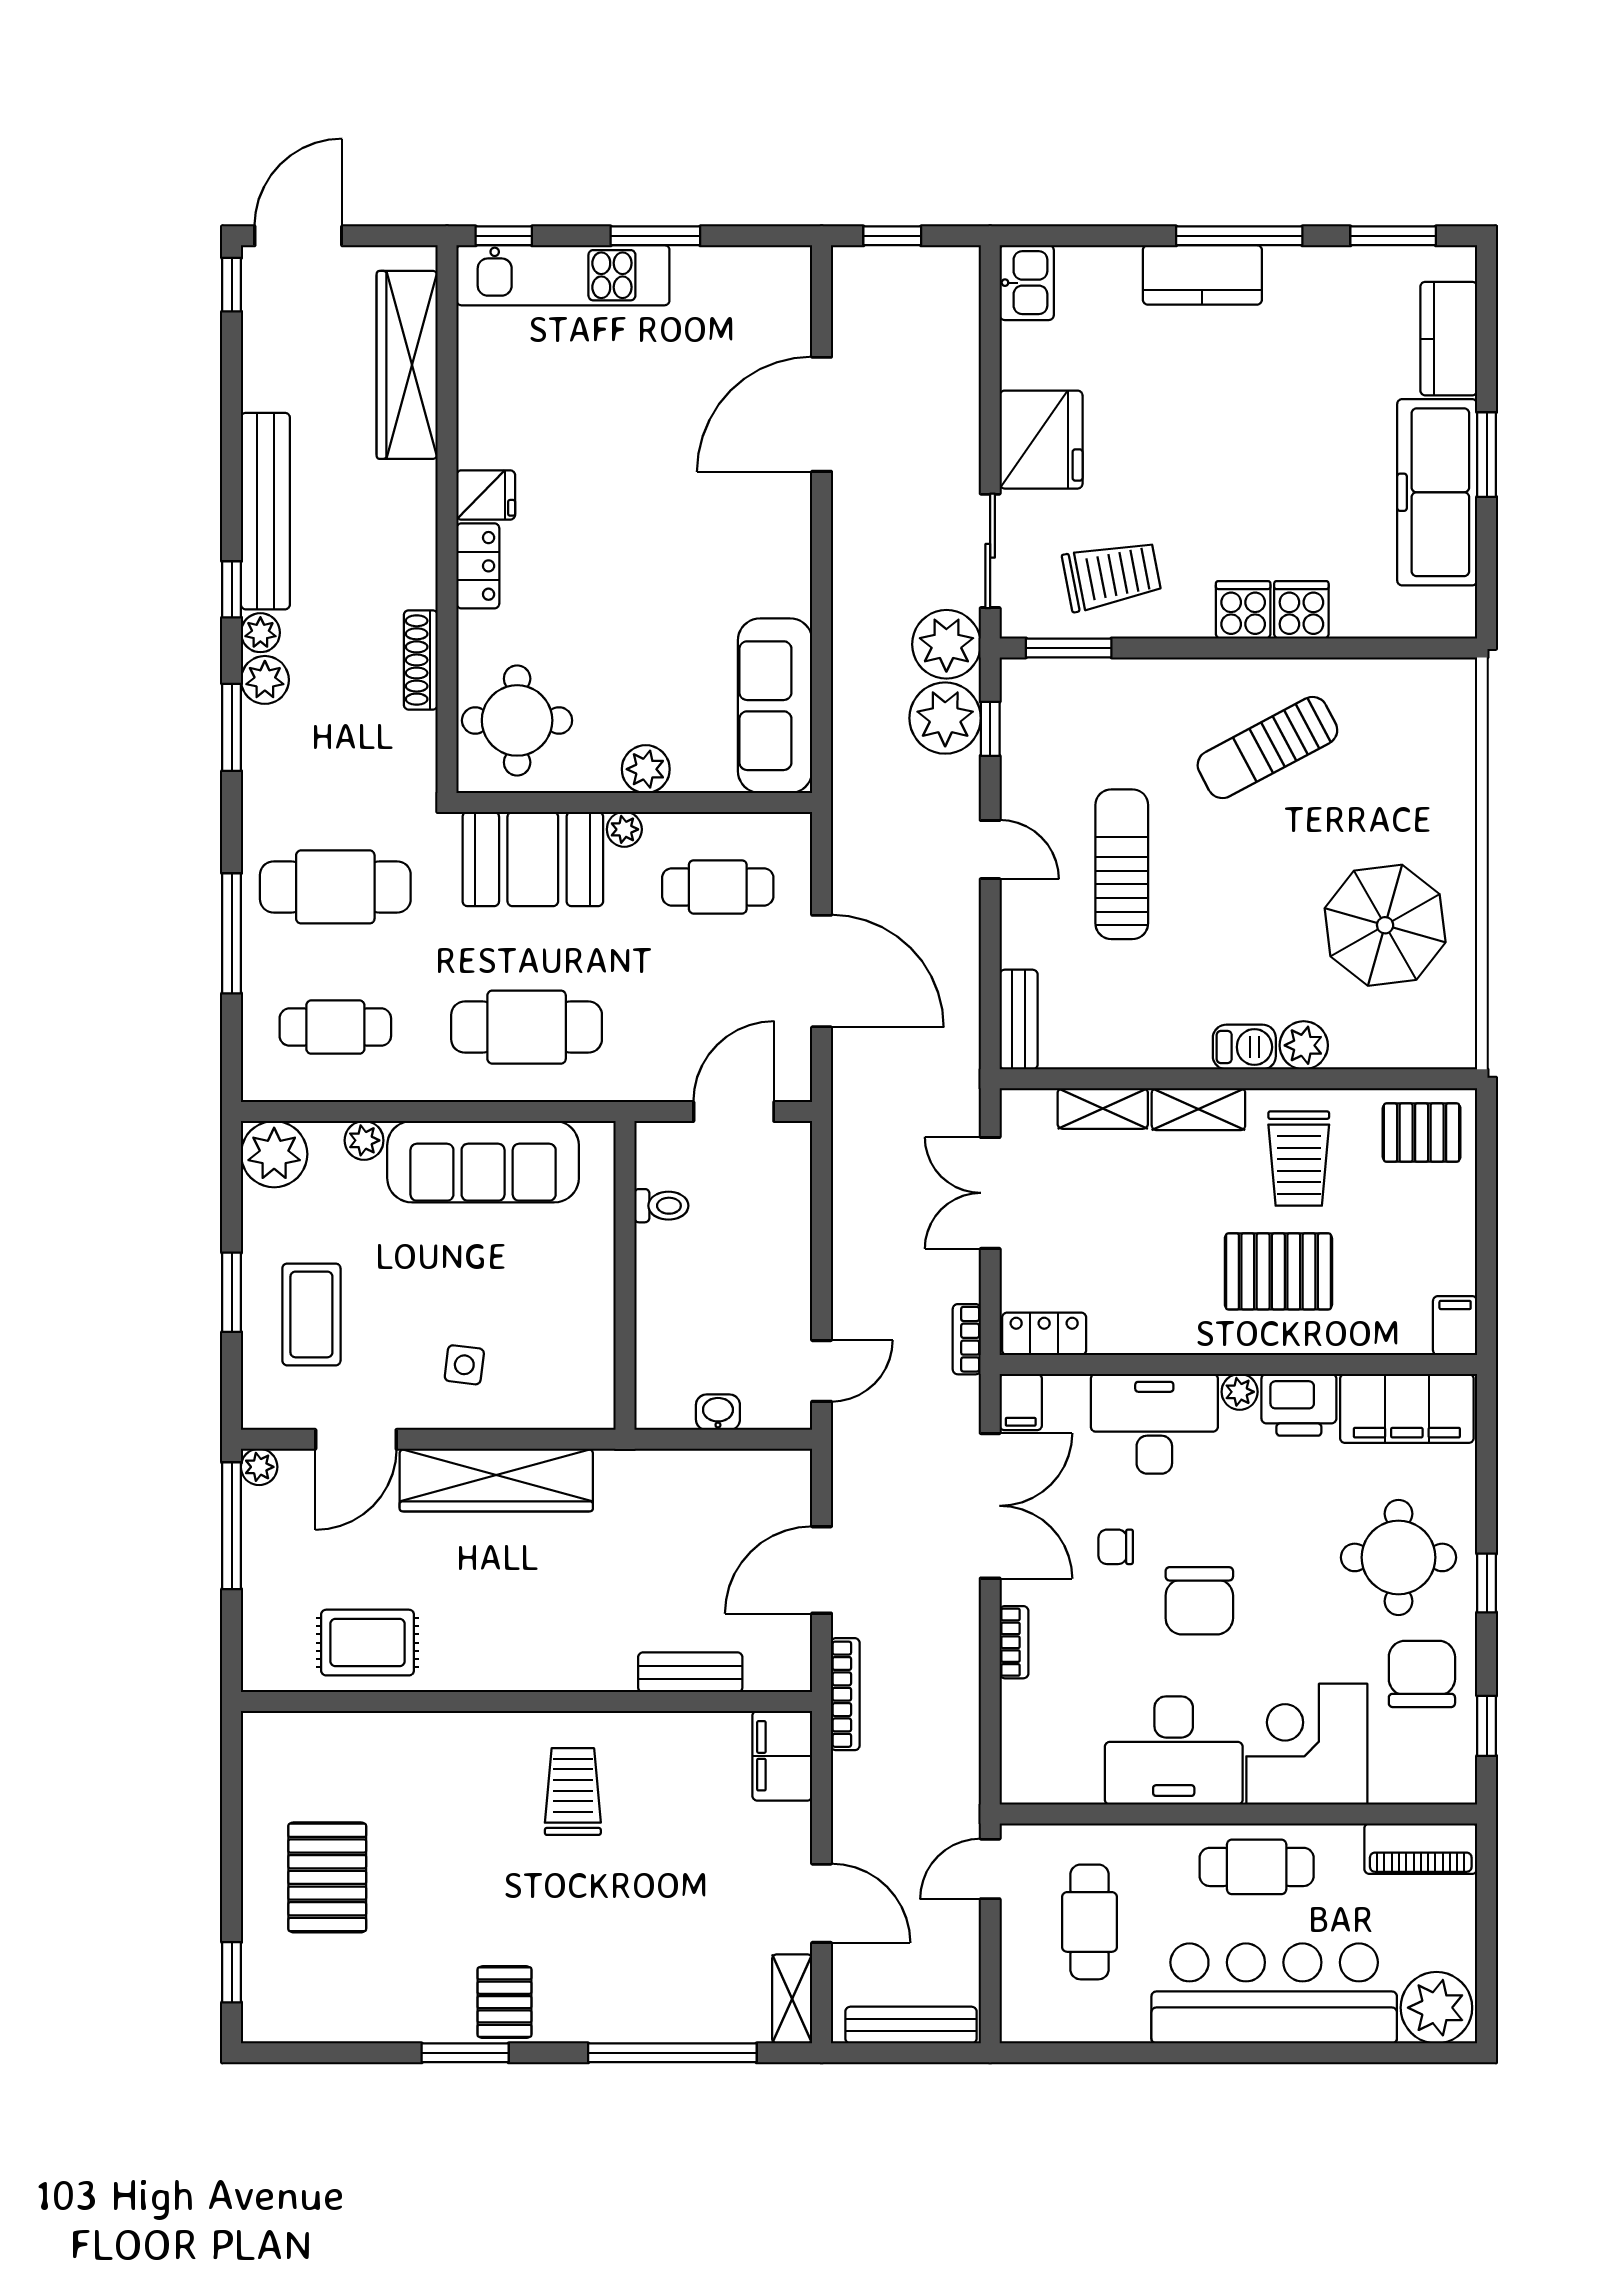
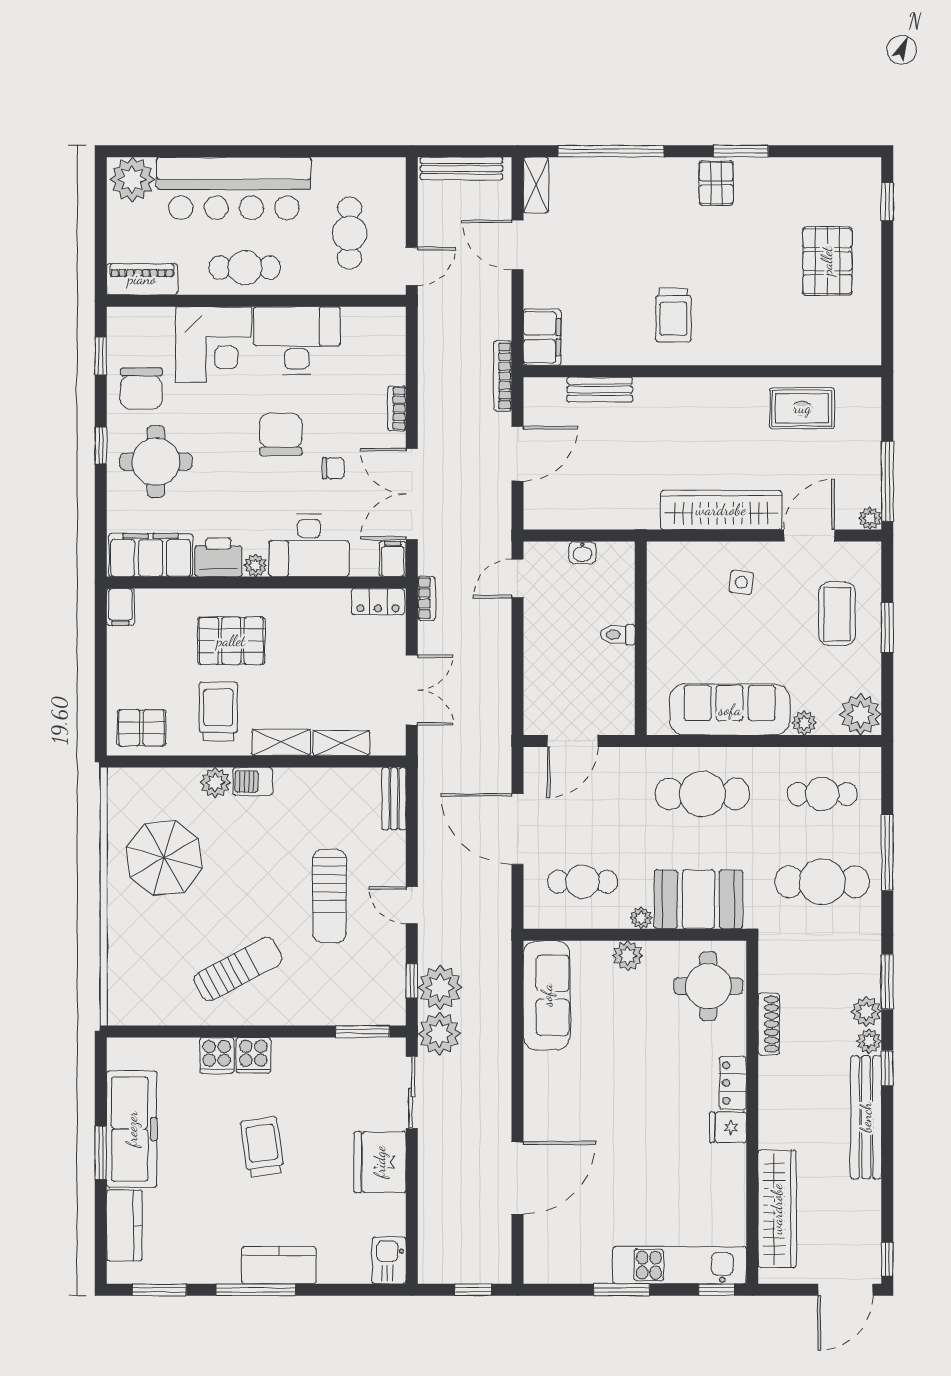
trolley: (1112, 575) -> (262, 1147), moved, turned 93
toilet: (661, 1206) -> (618, 635), moved

